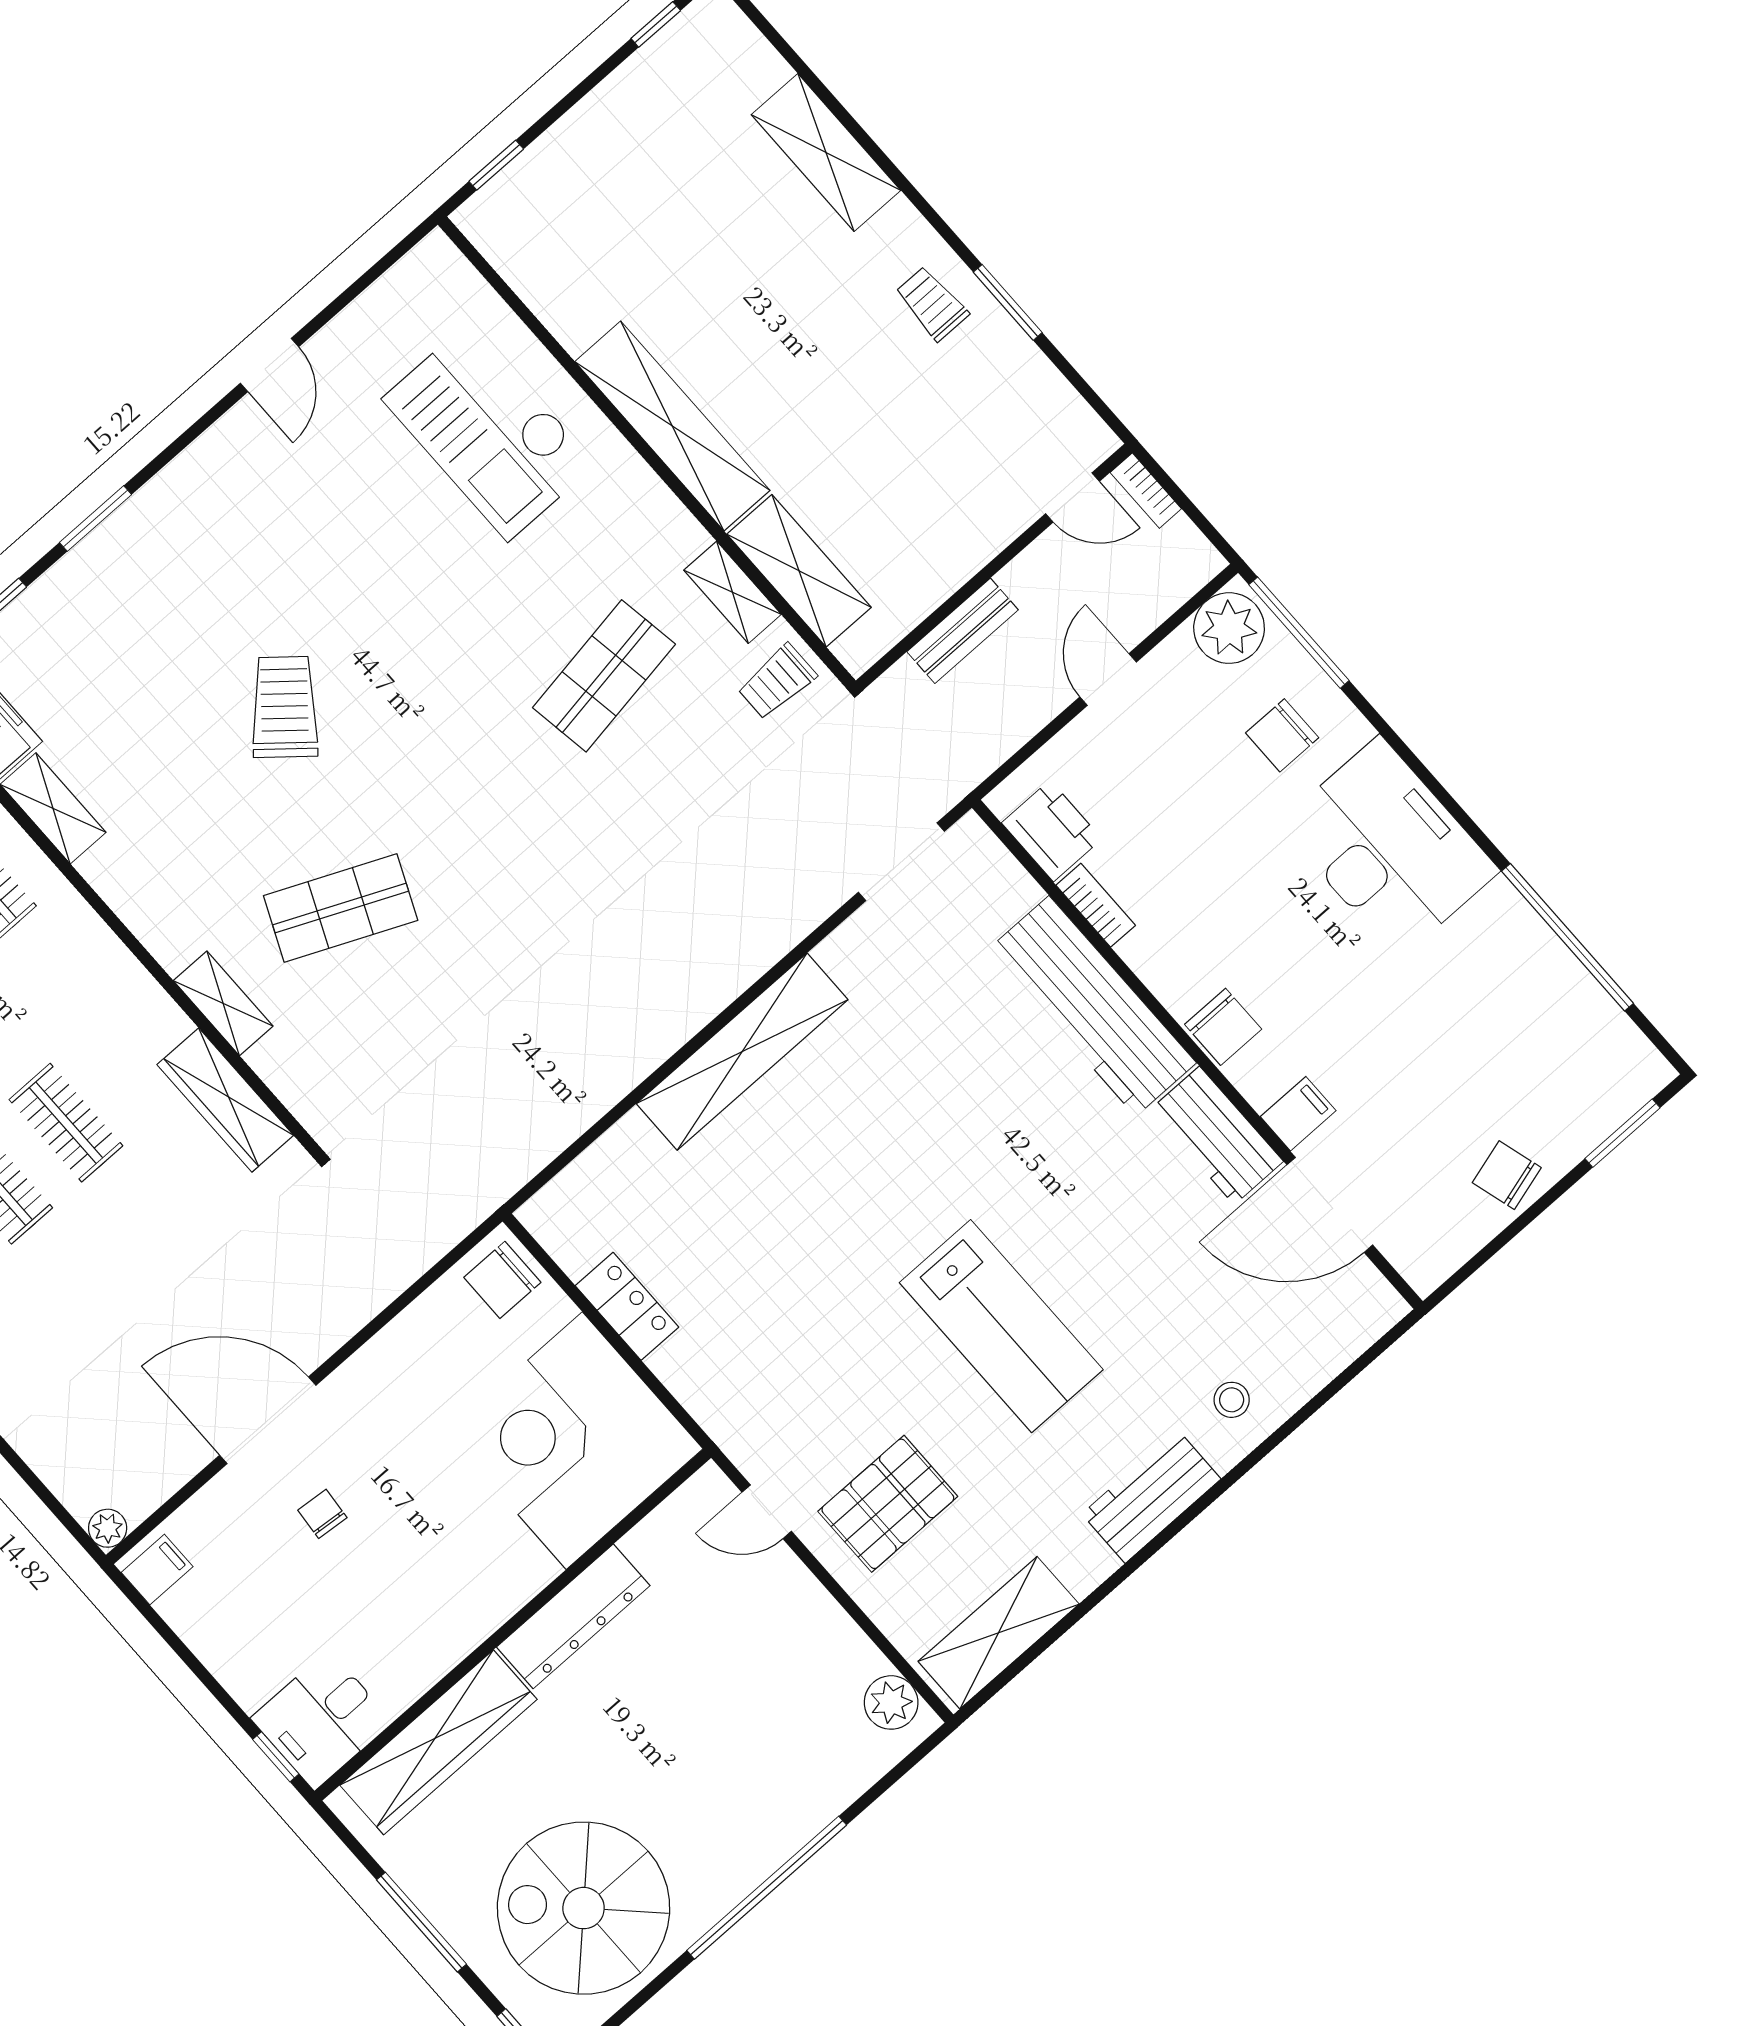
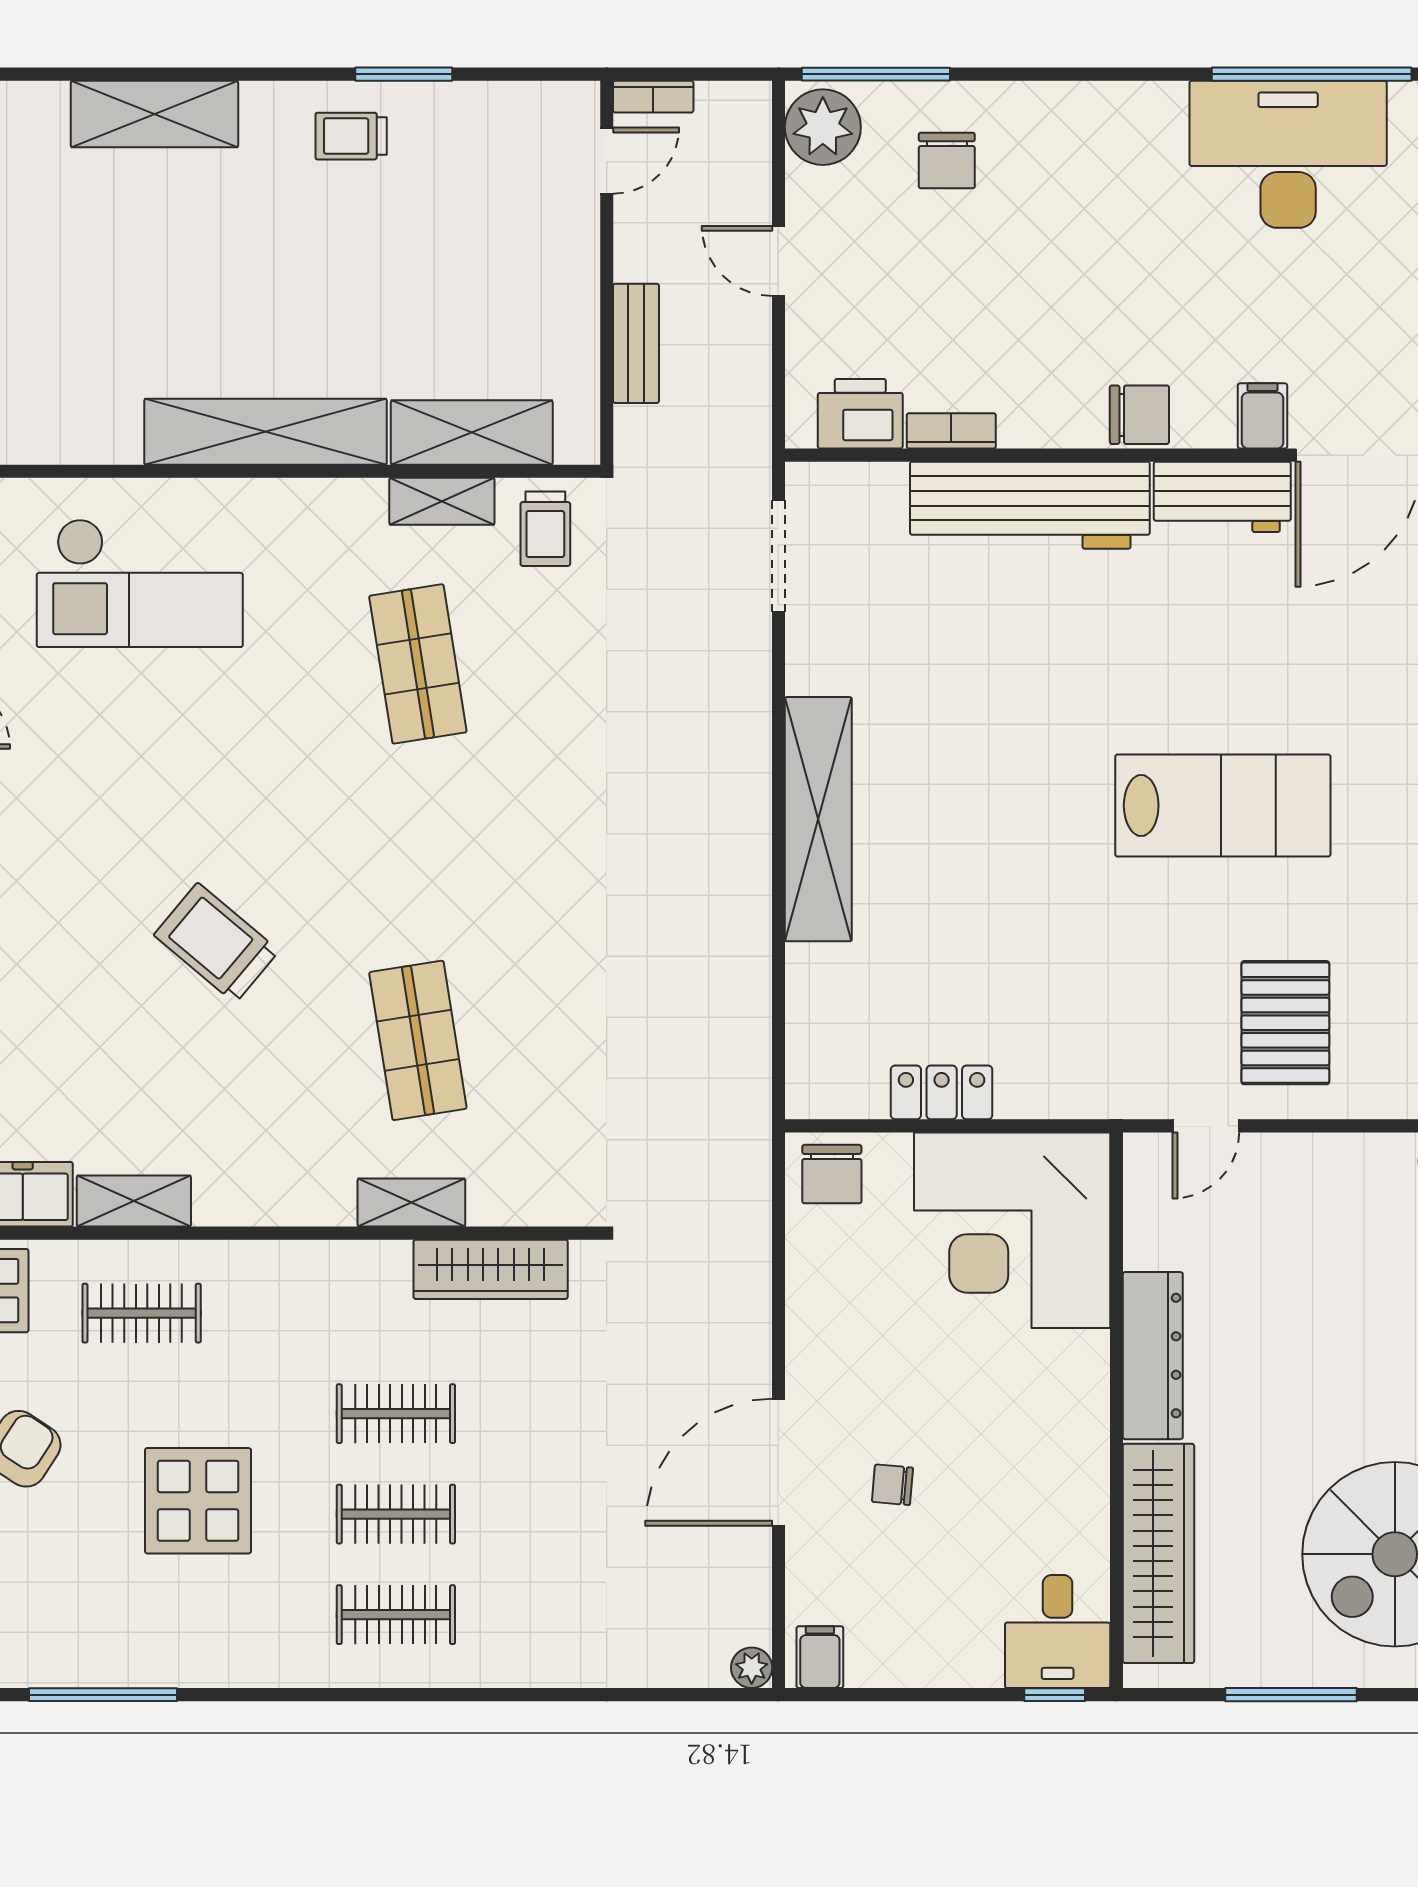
desk: (1389, 848) -> (1288, 154), moved
shop shelf: (341, 908) -> (418, 1040), turned -33

